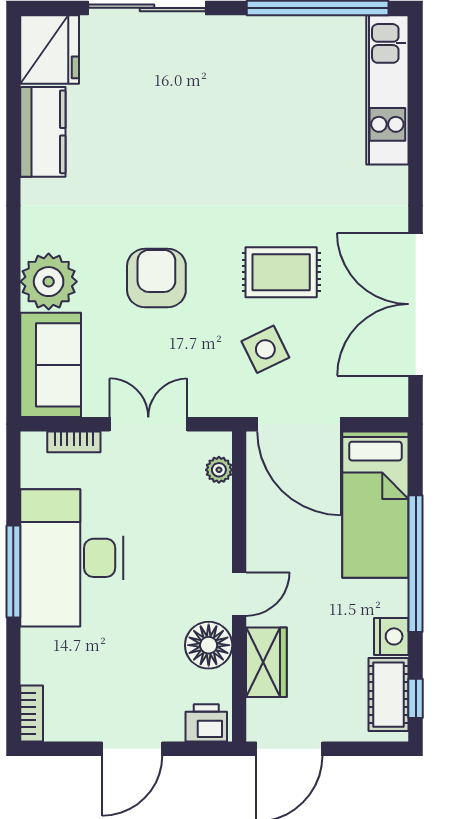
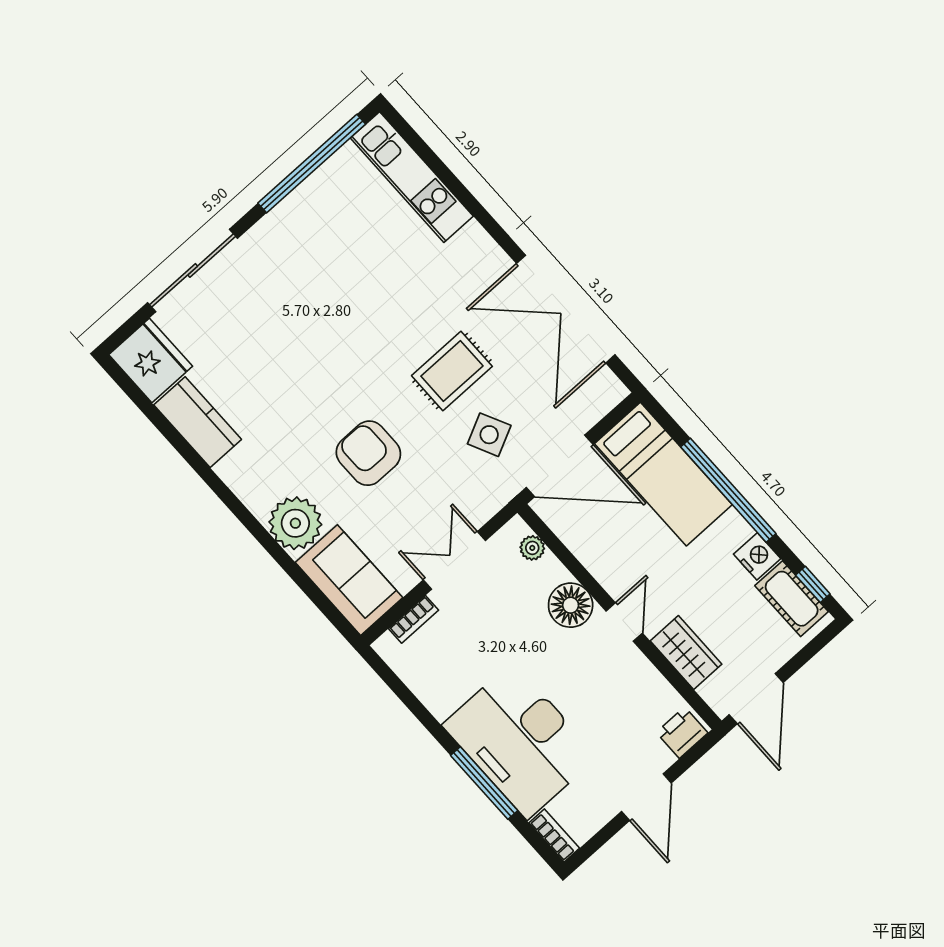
desk: (72, 558) -> (520, 741), moved
window: (13, 572) -> (484, 783), moved
floor lamp: (209, 645) -> (571, 605), moved

